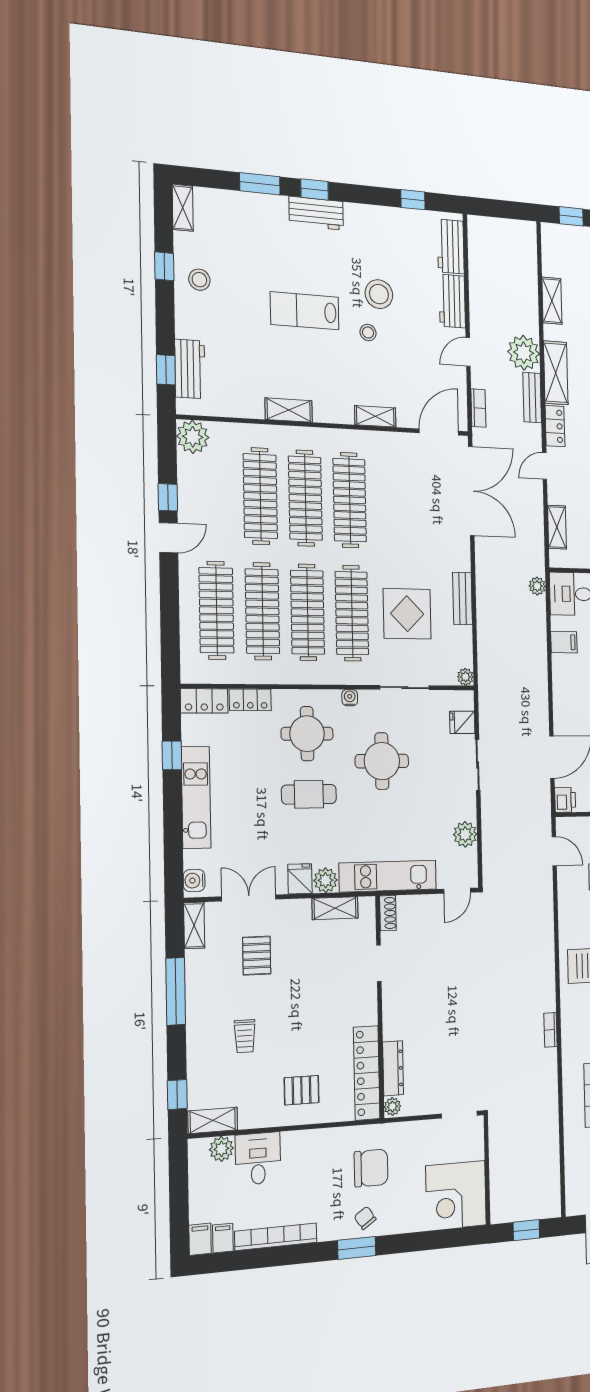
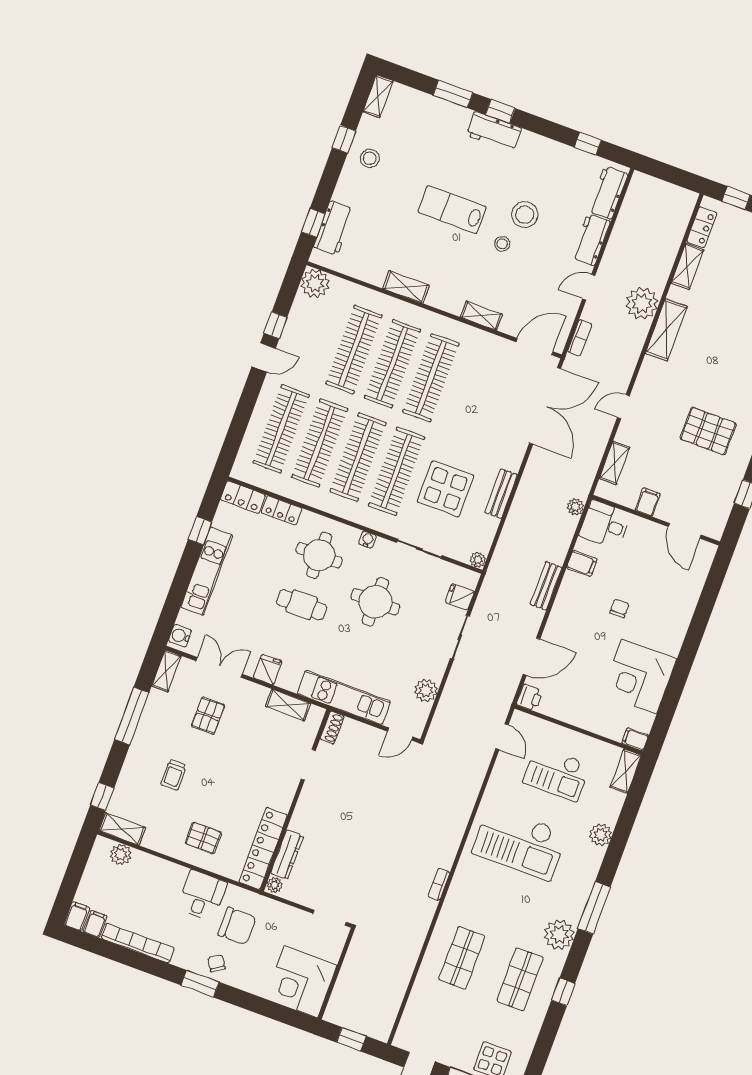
bench: (532, 397) -> (546, 586), moved
locker: (555, 426) -> (702, 227), moved
plant: (326, 880) -> (289, 679), removed
desk: (258, 1159) -> (202, 896), moved

